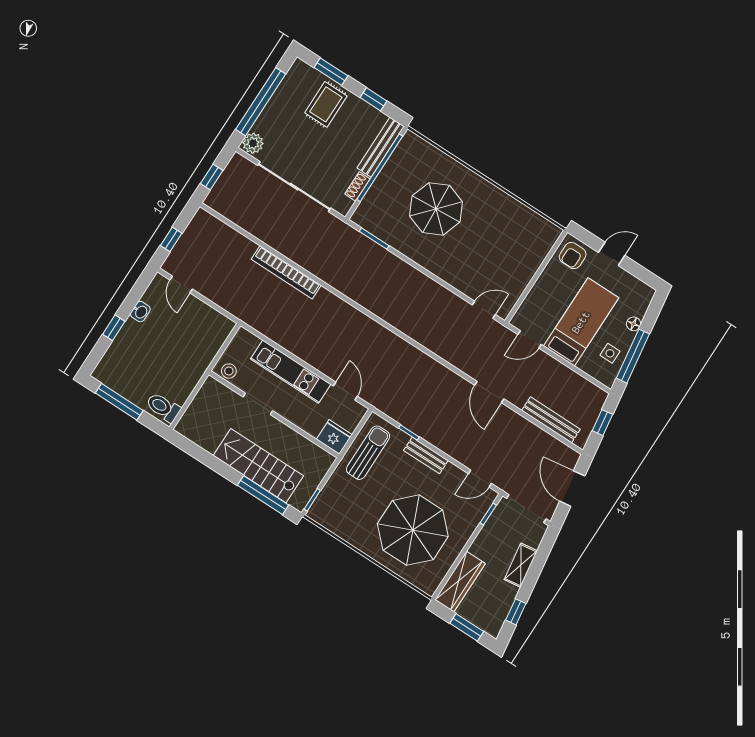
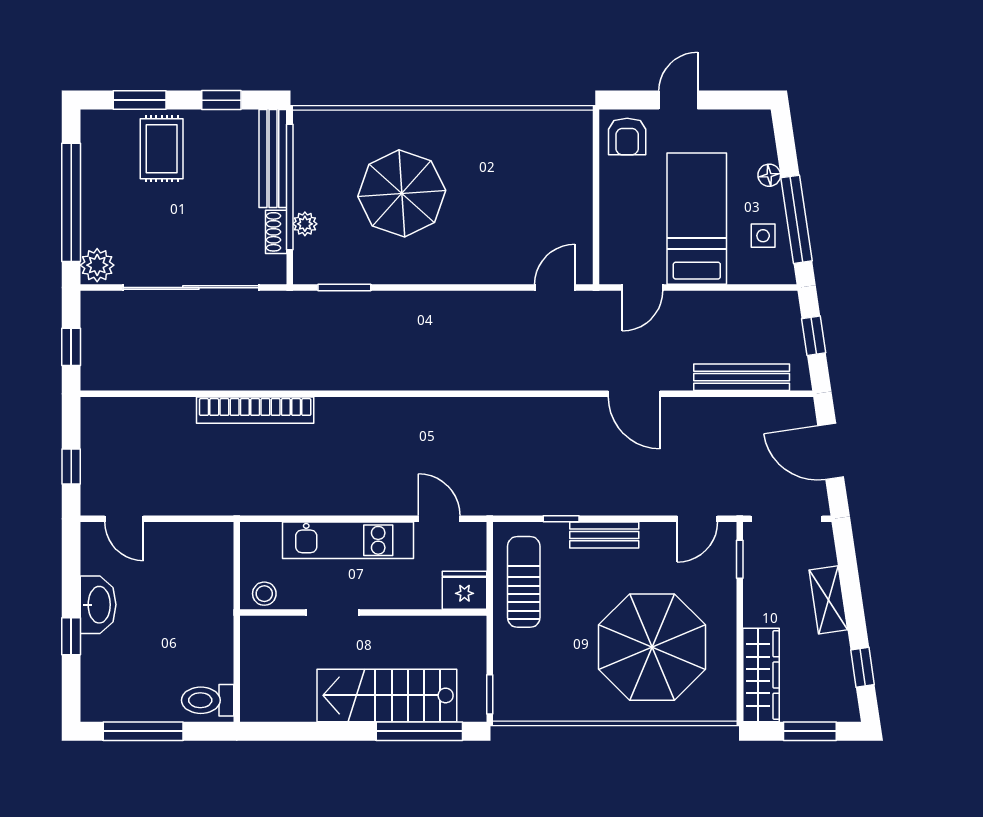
plant: (375, 192) -> (305, 224), added
washbasin: (140, 312) -> (98, 605), width x1.91, depth x1.45

